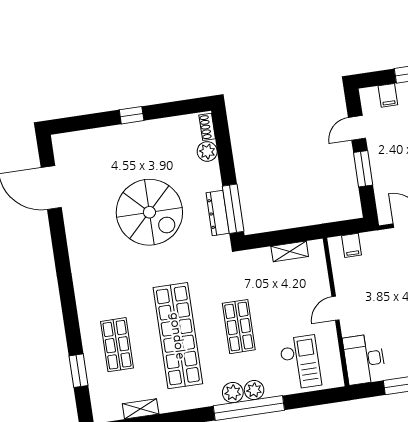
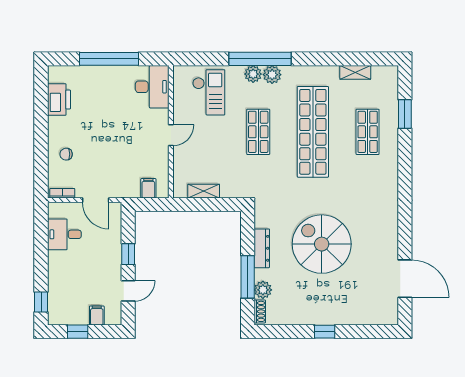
window: (363, 169) -> (128, 254), width x0.67
window: (233, 209) -> (248, 277), moved
dresser: (218, 213) -> (262, 248), moved
checkout: (300, 362) -> (209, 92), turned 180

